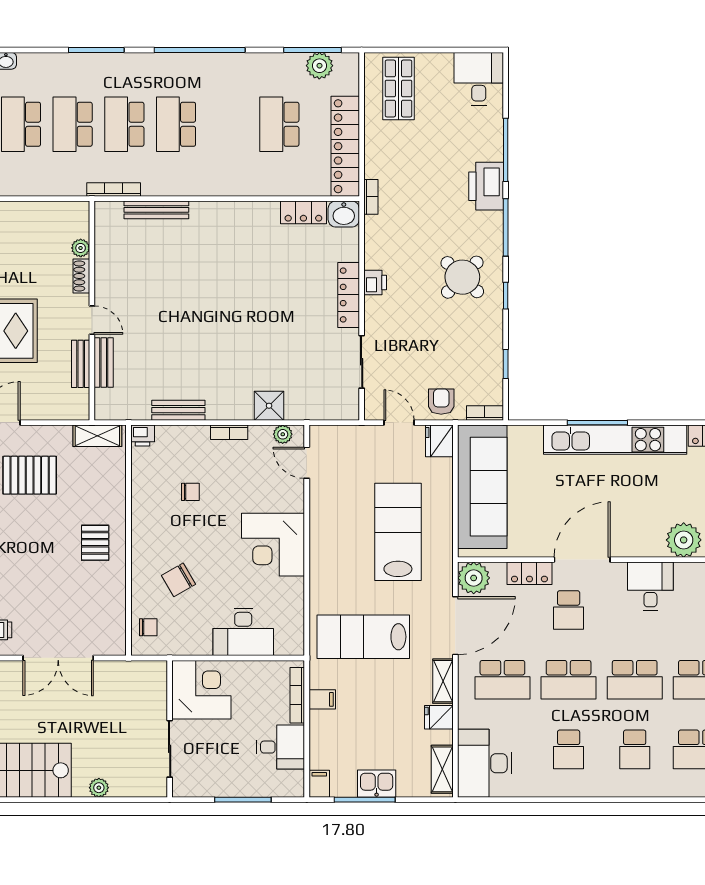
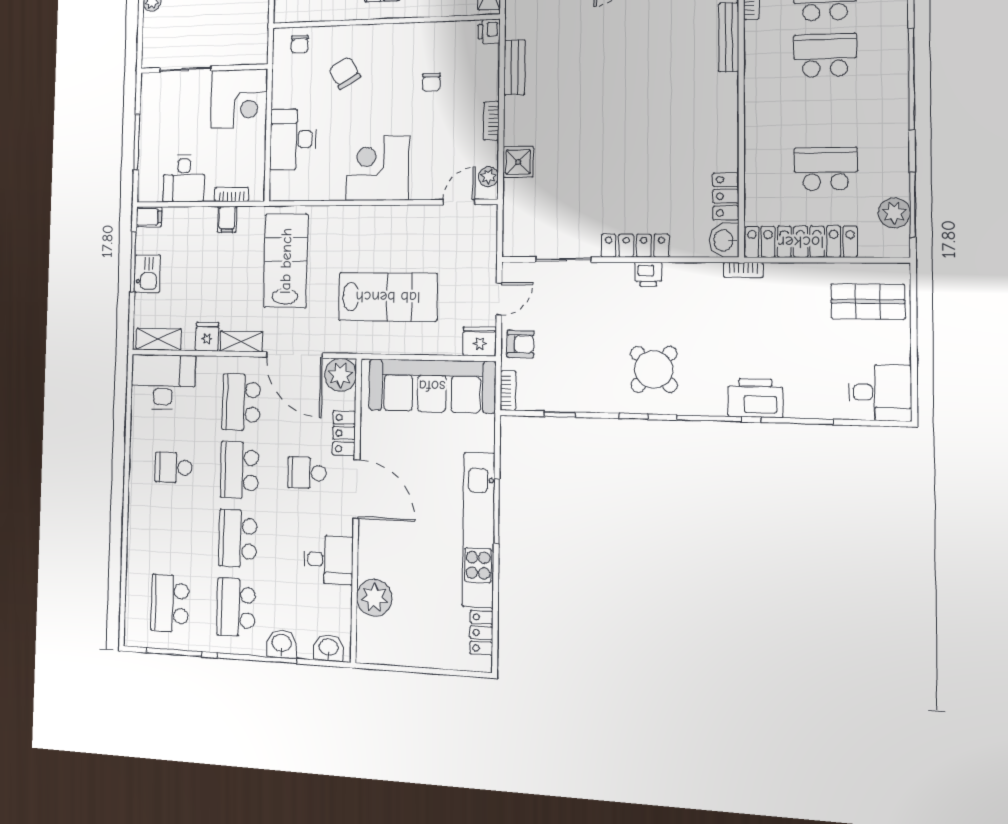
bookcase: (297, 695) -> (232, 194), width x0.64
school desk: (635, 749) -> (172, 535), removed

